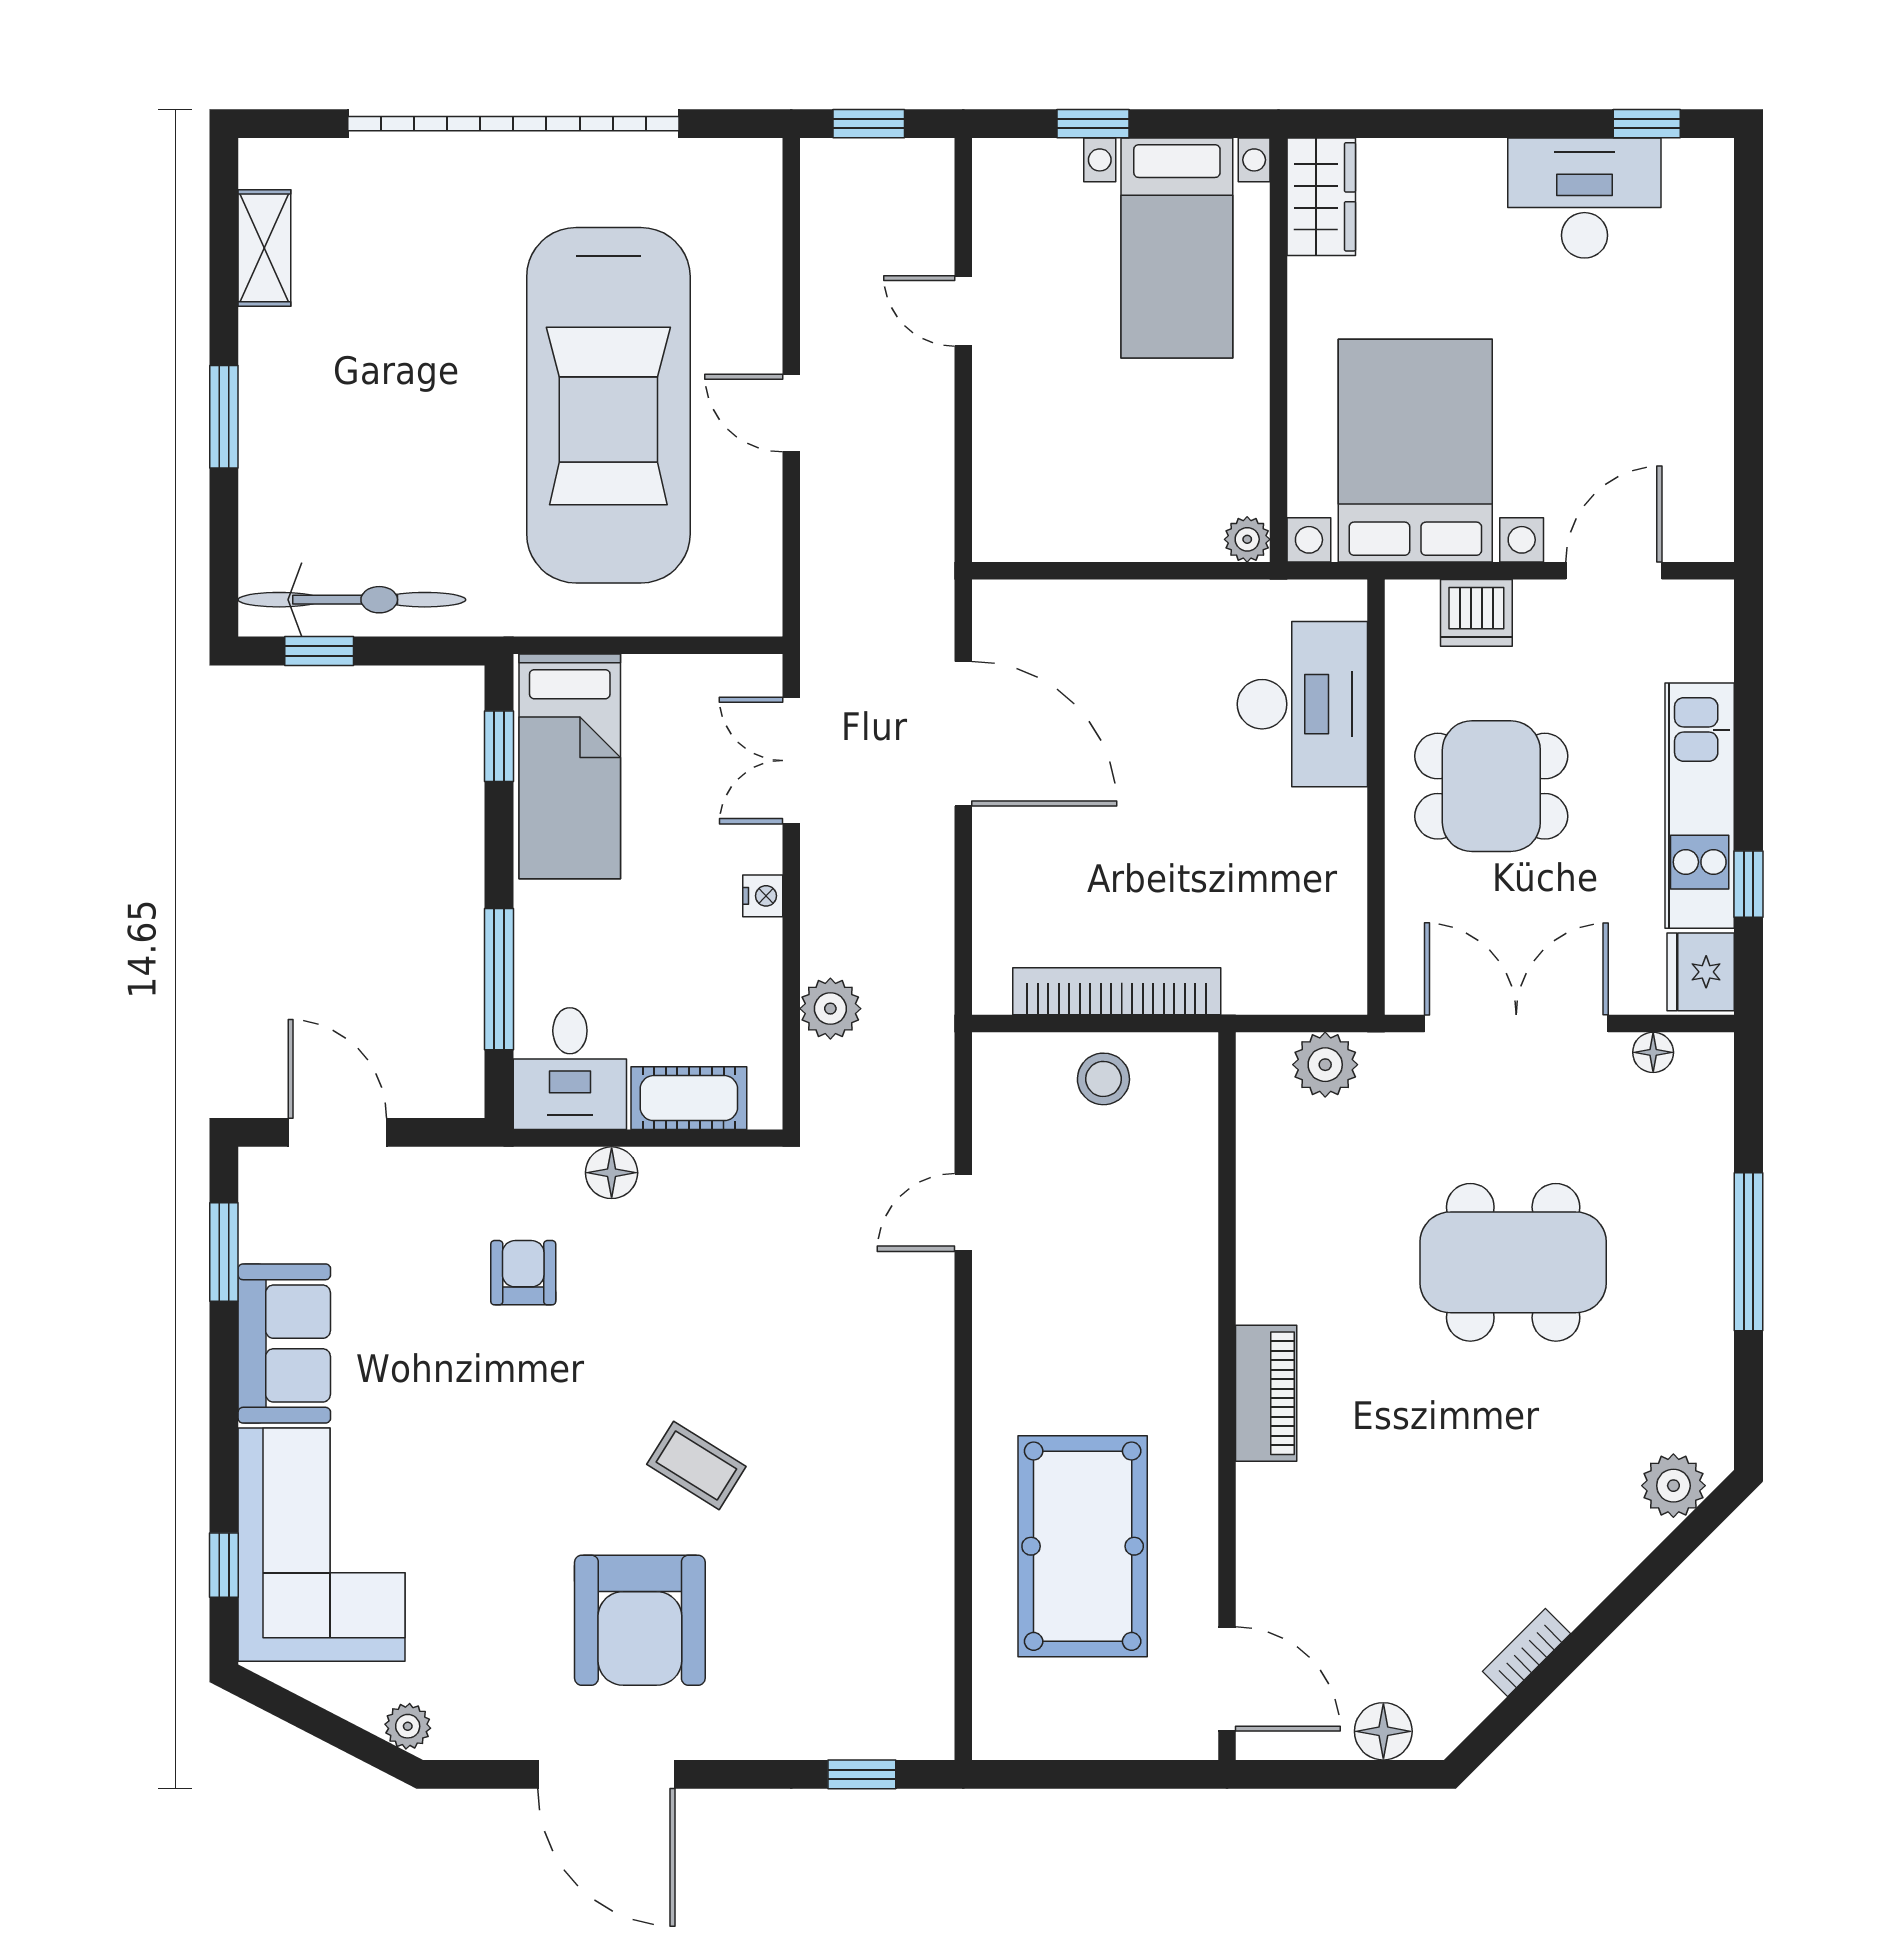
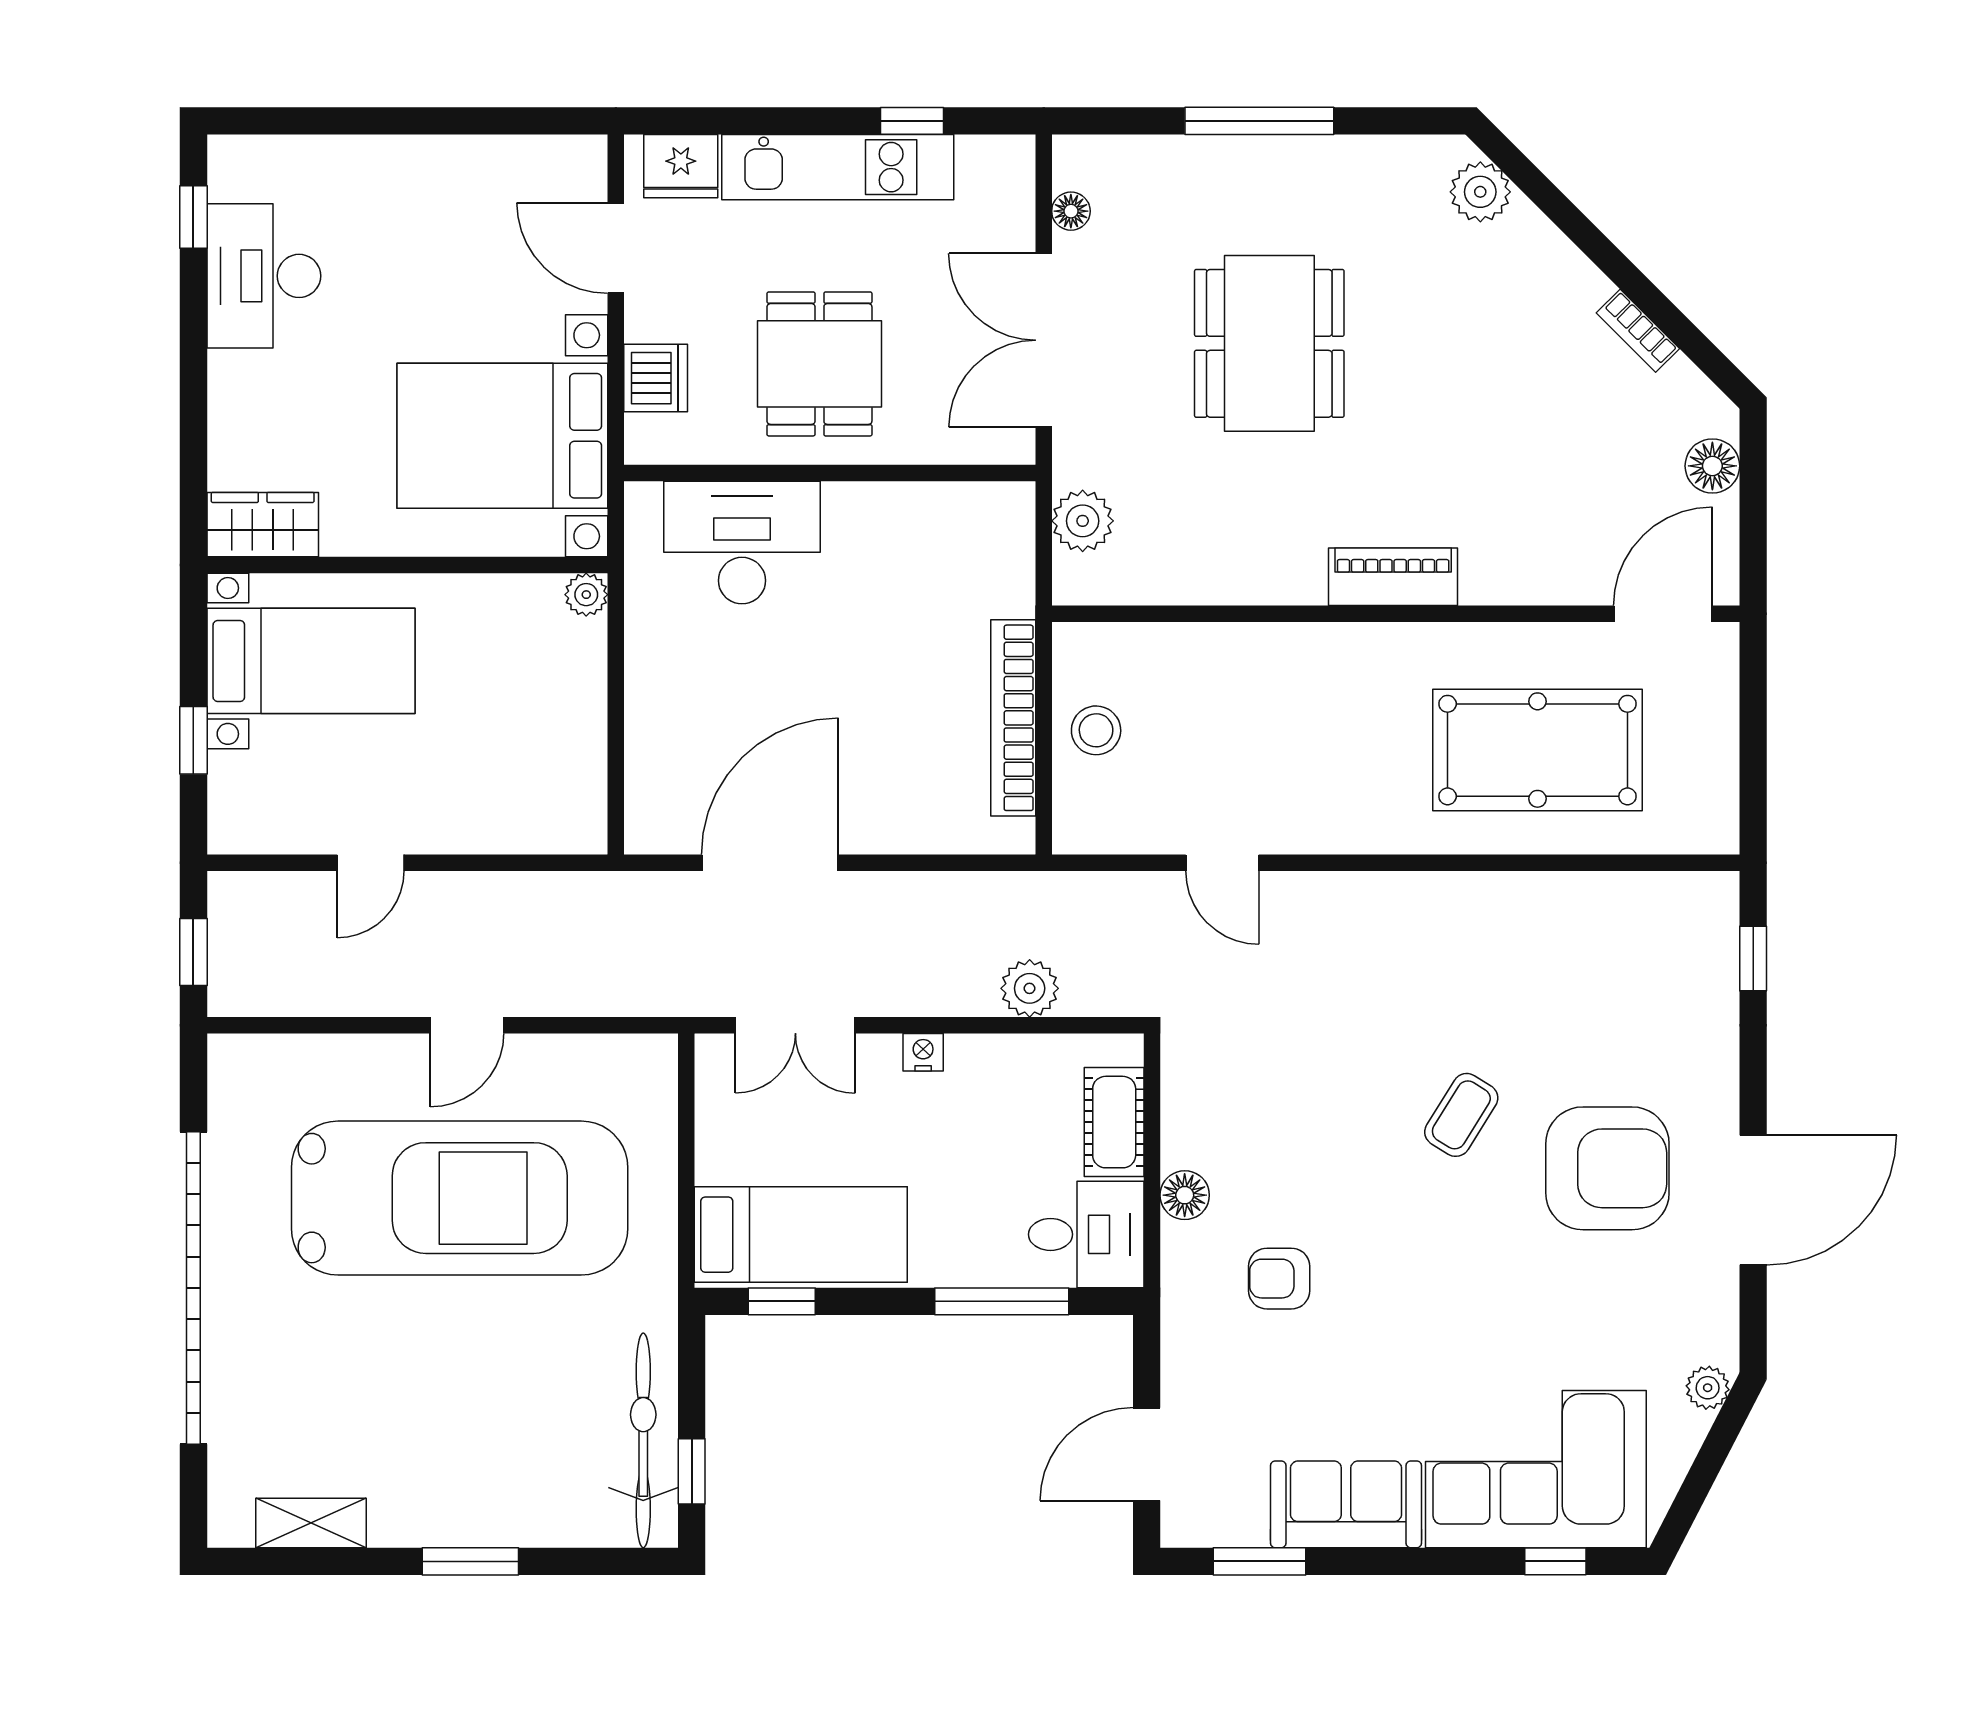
fridge: (1701, 972) -> (681, 166), moved

